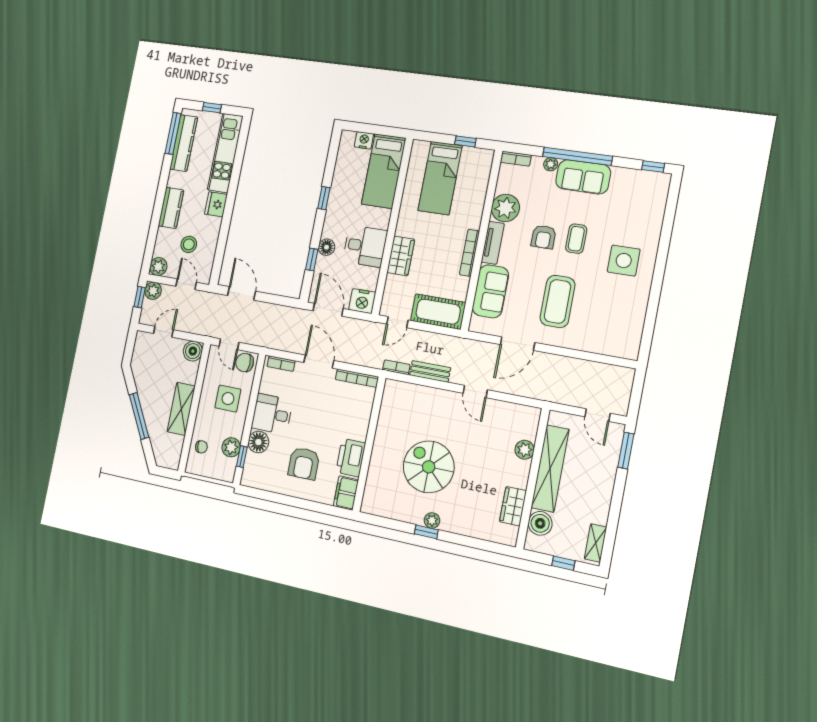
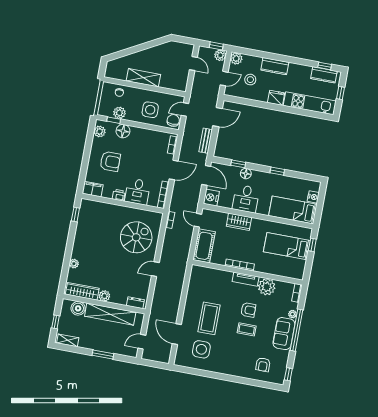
window: (173, 133) -> (325, 66), width x0.46
window: (465, 141) -> (312, 245), moved
kitchen counter: (184, 143) -> (324, 75), width x0.67
armchair: (637, 209) -> (263, 365), added
armchair: (544, 237) -> (248, 310), turned 180
side table: (624, 261) -> (201, 349), moved
sofa: (490, 291) -> (216, 278), removed
coffee table: (558, 301) -> (209, 318), turned 90
door: (328, 310) -> (206, 175), hinge flipped
door: (518, 344) -> (177, 334), moved
boiler: (193, 351) -> (181, 85), removed
bench: (430, 371) -> (206, 141), moved
desk: (272, 414) -> (138, 192), moved, turned 180
window: (139, 416) -> (139, 48), removed
dresser: (531, 425) -> (135, 303), added
plant: (525, 450) -> (104, 296), moved
window: (626, 451) -> (103, 355), moved
printer: (351, 458) -> (119, 195), width x0.53, depth x0.68
armchair: (304, 463) -> (110, 161), turned 180
spiral stairs: (429, 467) -> (136, 237), moved
plant: (258, 479) -> (100, 131), added
wardrobe: (513, 506) -> (82, 291), width x1.50
plant: (432, 520) -> (74, 264), moved
window: (426, 532) -> (75, 214), moved

